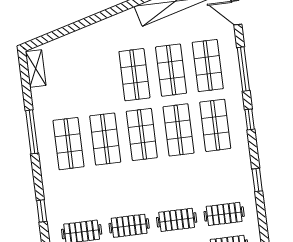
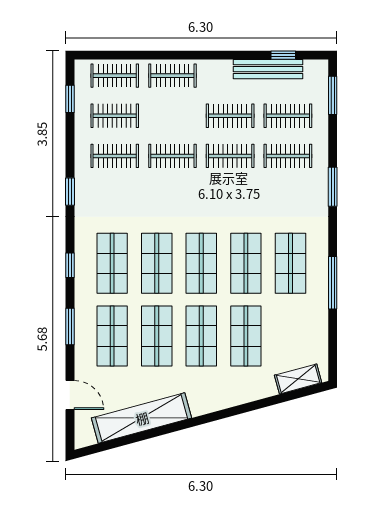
shelving: (36, 69) -> (298, 379), moved, turned 75
window: (243, 69) -> (70, 326), width x0.69
shop shelf: (98, 79) -> (246, 336), added
window: (42, 211) -> (333, 187), width x1.50

